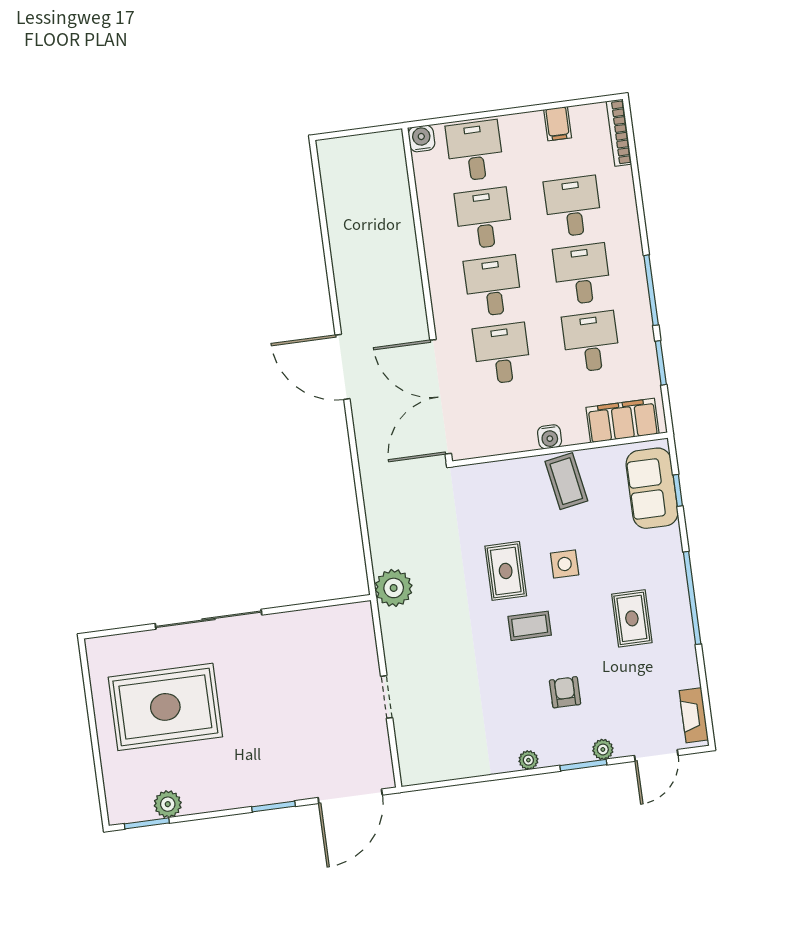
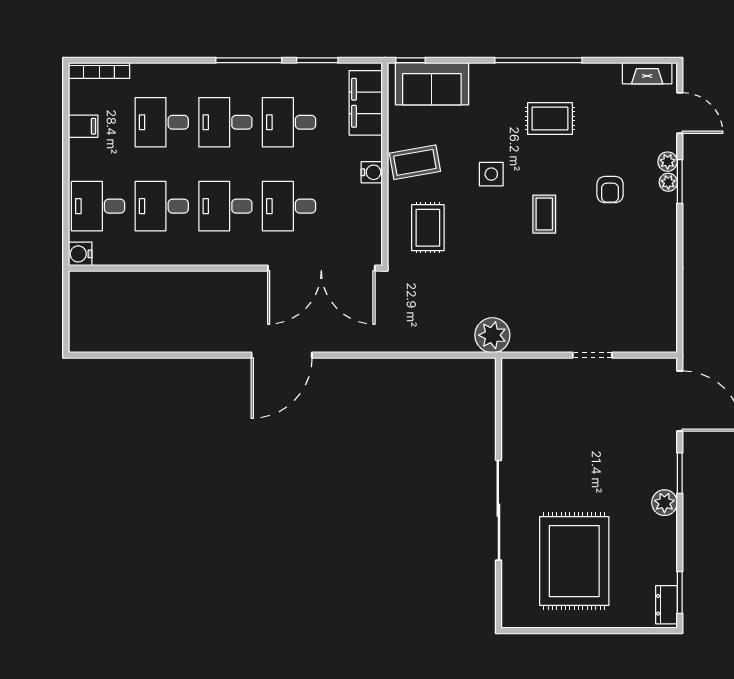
window: (678, 490) -> (411, 60), moved
rug: (506, 571) -> (428, 228), moved, turned 90
armchair: (565, 692) -> (610, 190), turned -90
plant: (528, 760) -> (668, 182), moved
plant: (168, 804) -> (664, 503), moved
dresser: (132, 811) -> (667, 605), added

